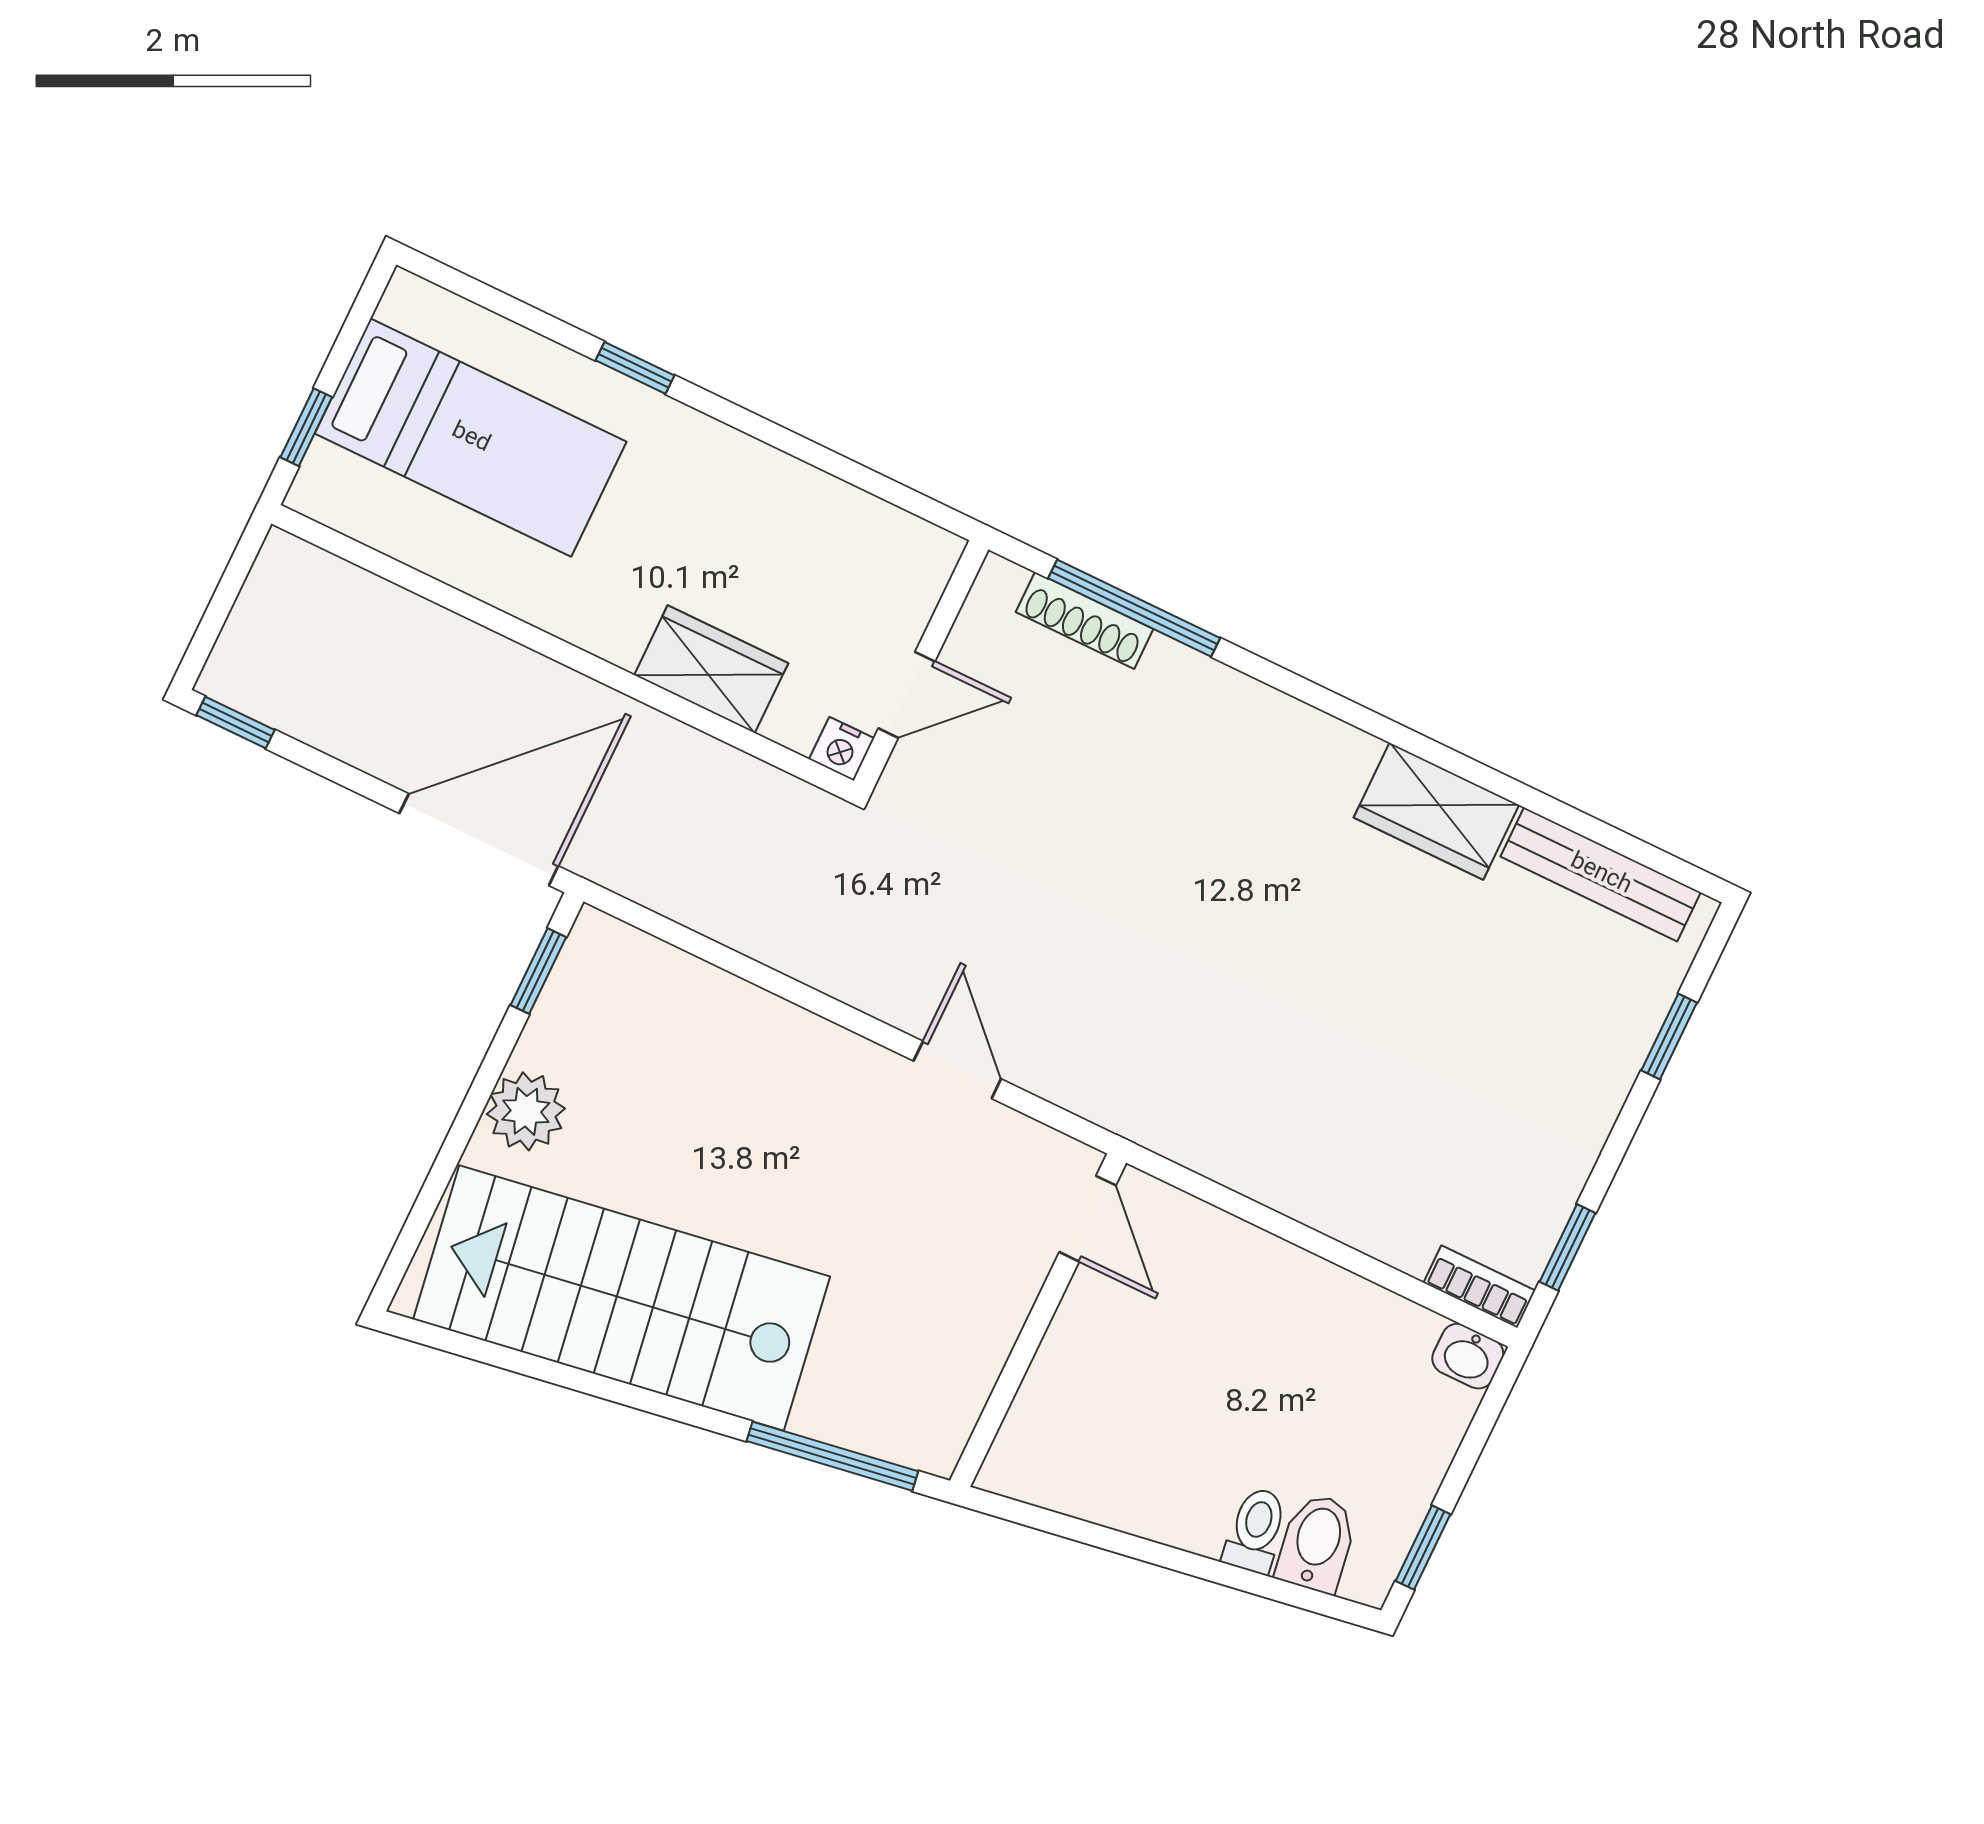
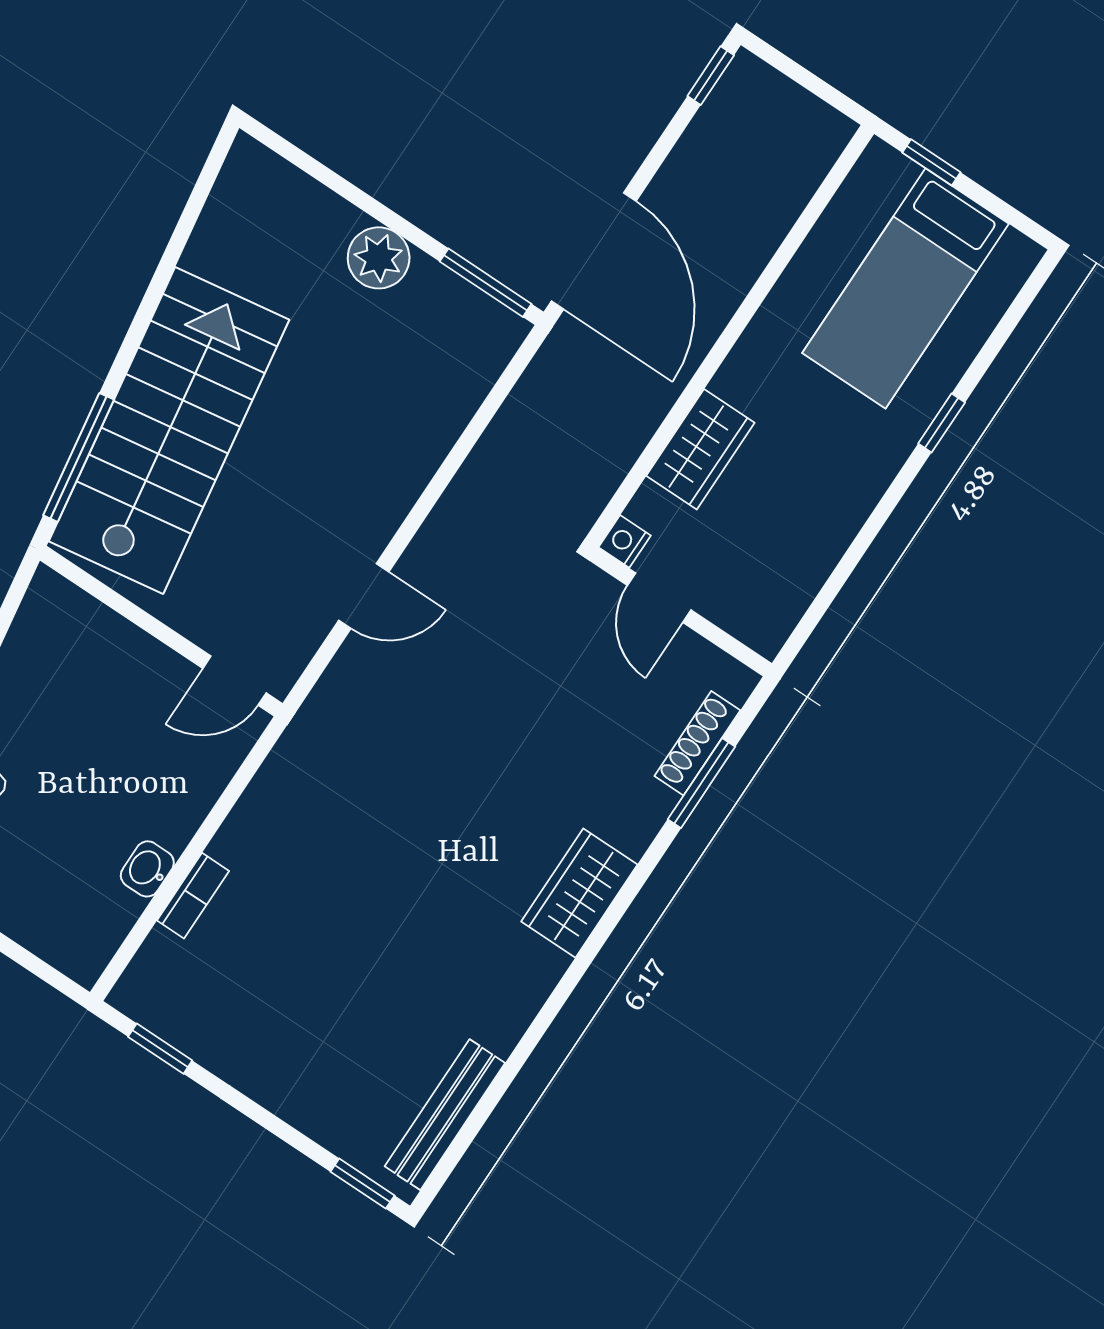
window: (1134, 608) -> (702, 783), width x0.69
wardrobe: (1436, 811) -> (579, 893), moved
window: (538, 971) -> (486, 283), width x1.50
window: (1669, 1036) -> (362, 1184), moved
bookcase: (1479, 1287) -> (193, 896), moved
stairs: (622, 1298) -> (169, 430), moved
washbasin: (1468, 1356) -> (147, 869), moved

